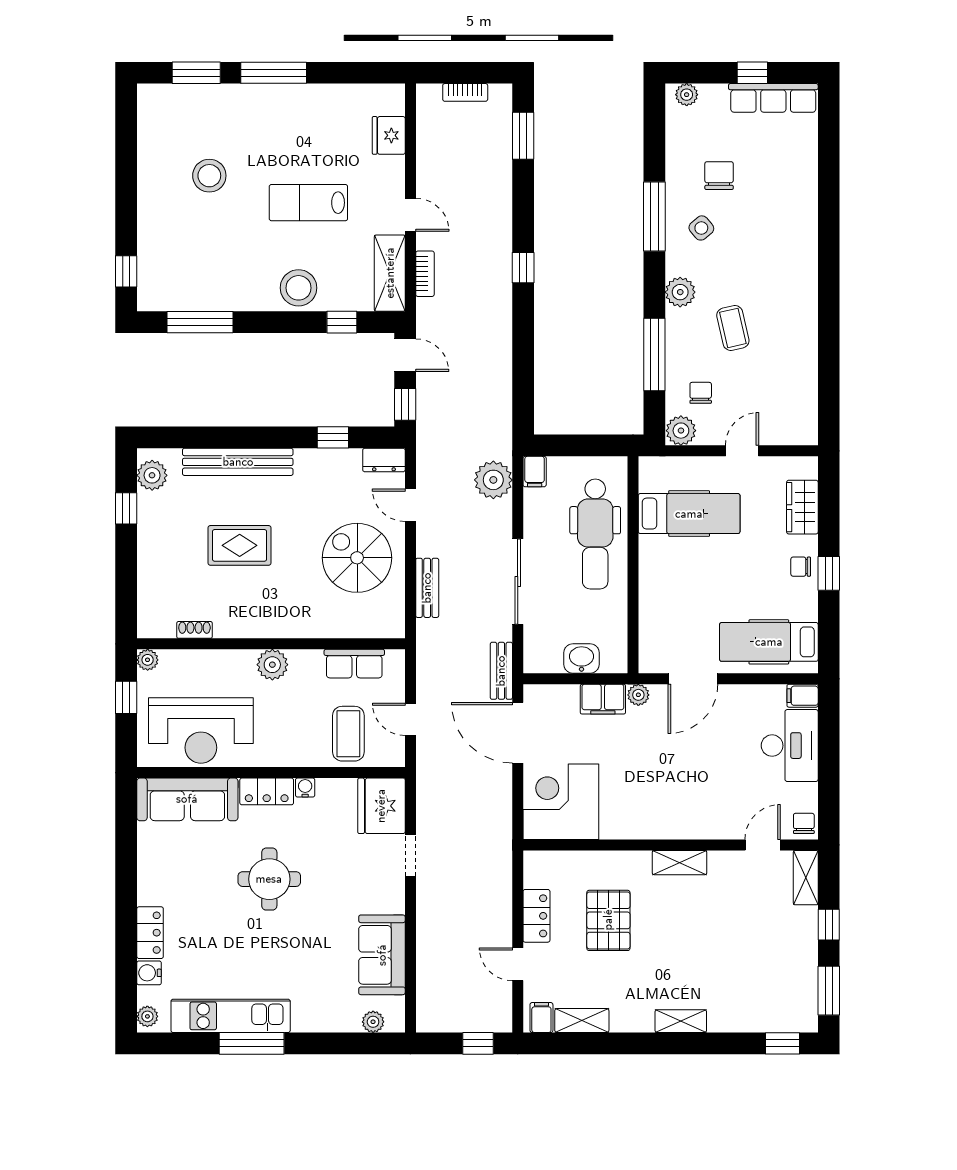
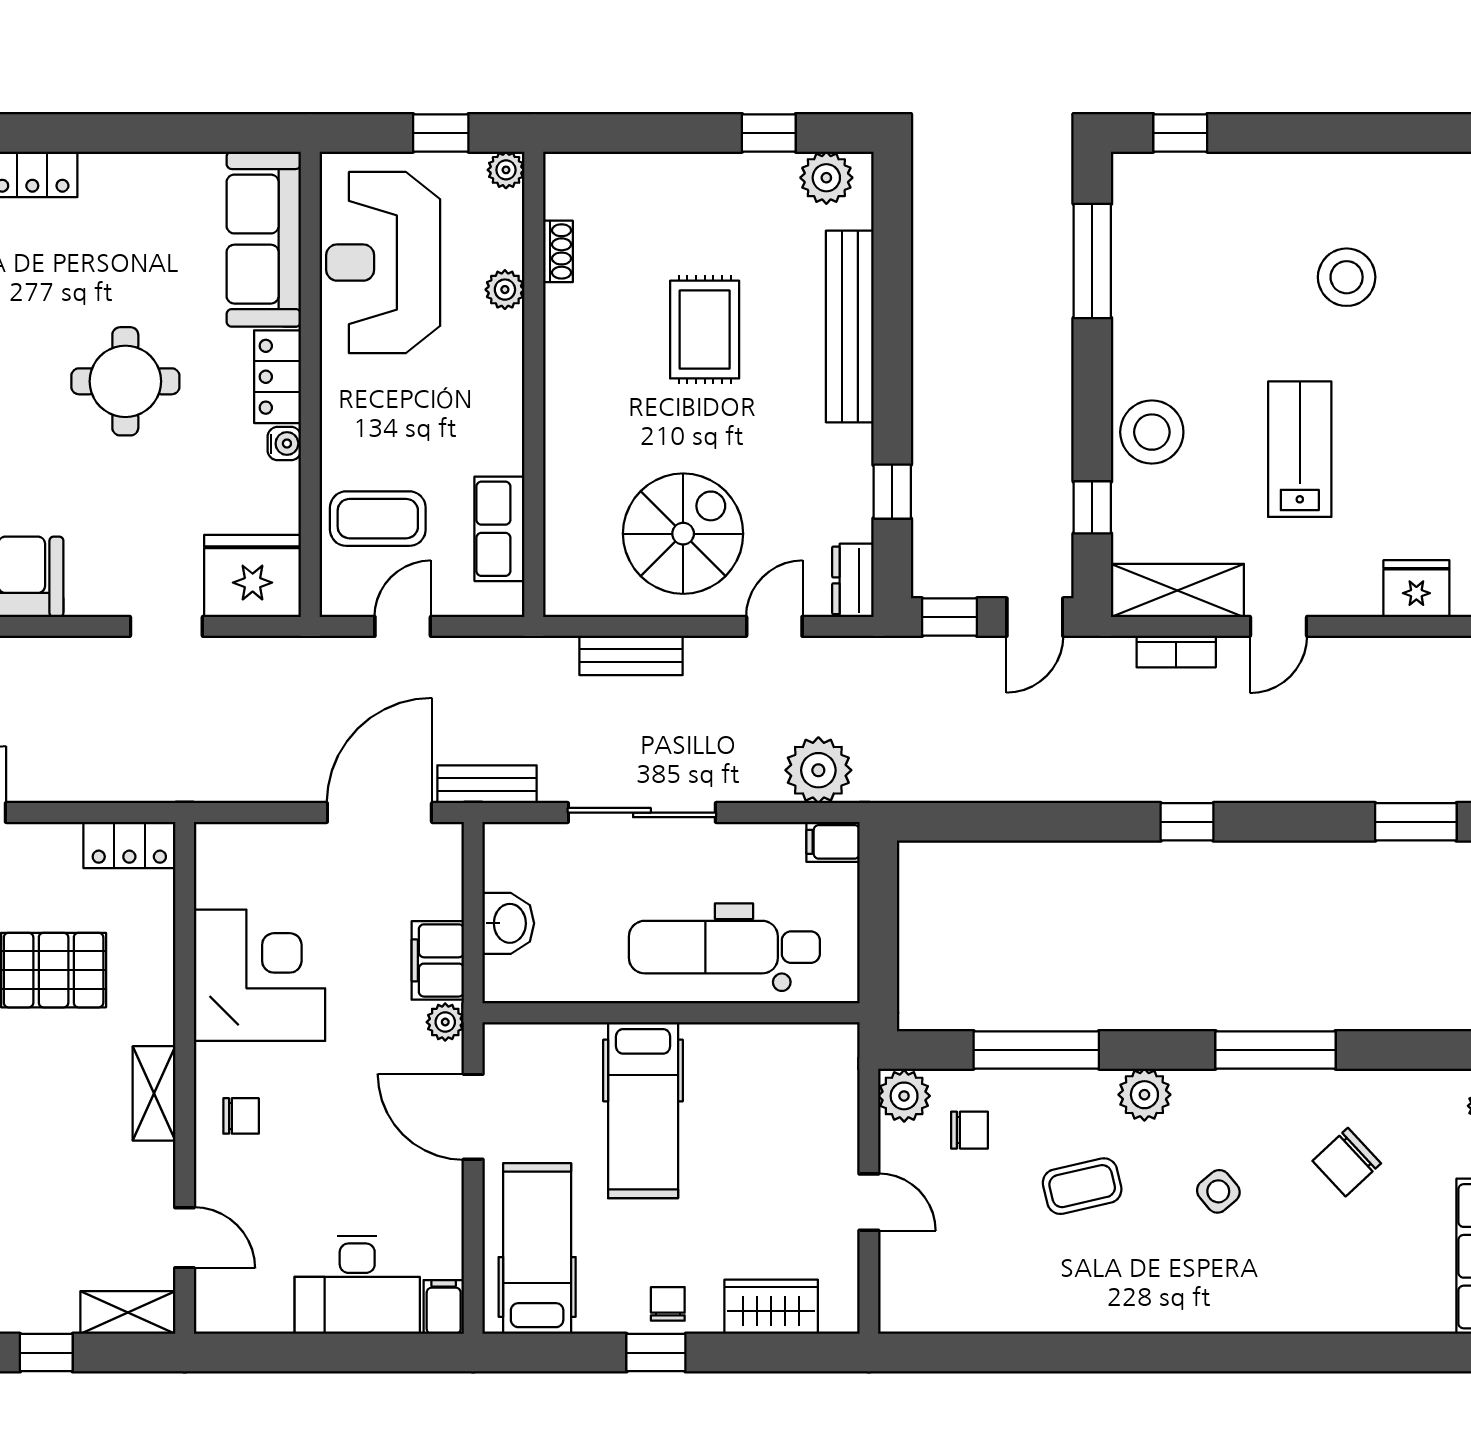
chair: (719, 176) -> (1347, 1162), turned 137
side table: (701, 228) -> (1218, 1191), moved
hospital bed: (689, 514) -> (643, 1110), moved
plant: (272, 665) -> (505, 290), moved, width x0.73, depth x0.73
corner desk: (561, 802) -> (260, 975), moved
chair: (804, 823) -> (241, 1116), moved
locker: (536, 916) -> (129, 845), moved

